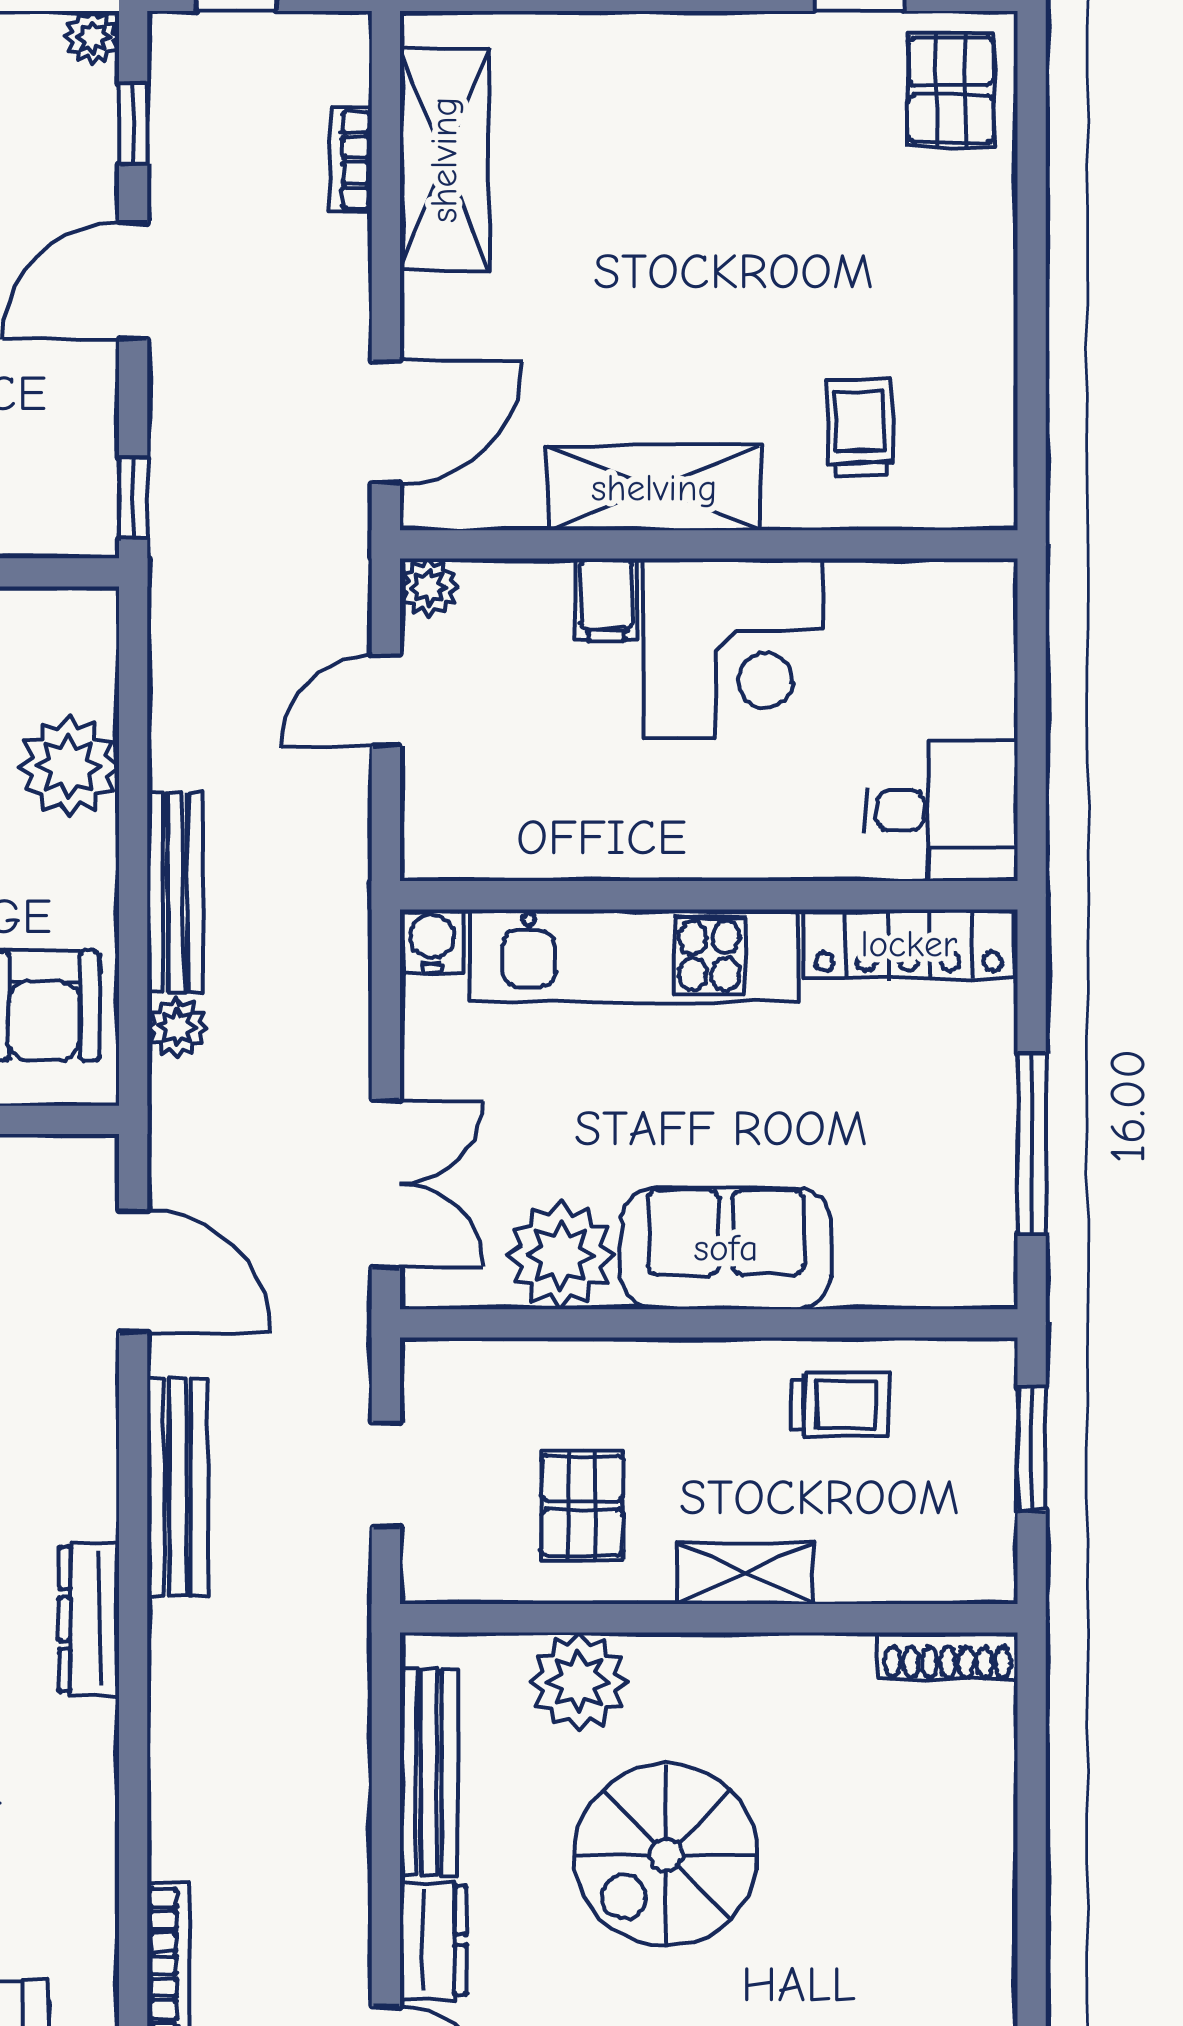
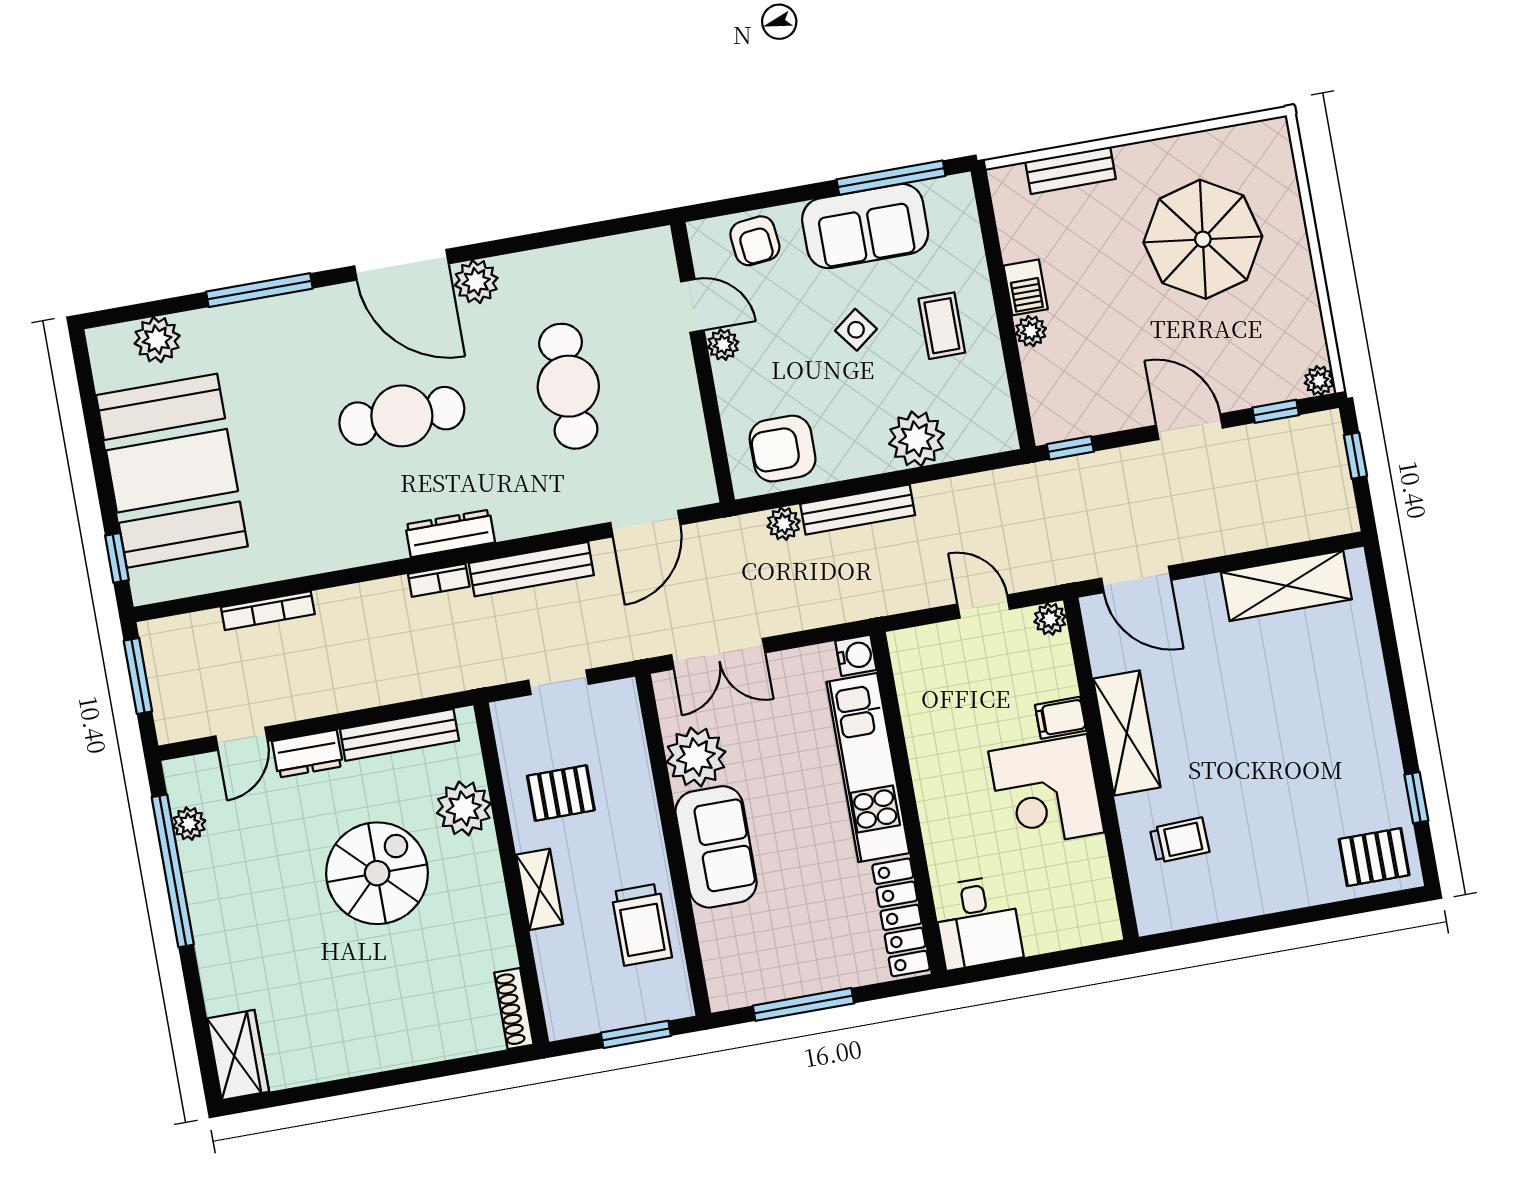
bookcase: (351, 160) -> (439, 580), moved, turned 180
trolley: (840, 1404) -> (641, 925), width x1.36, depth x1.39
spiral stairs: (666, 1855) -> (377, 873), turned 90

